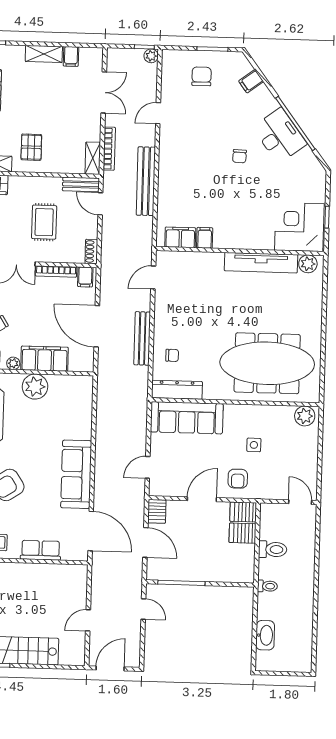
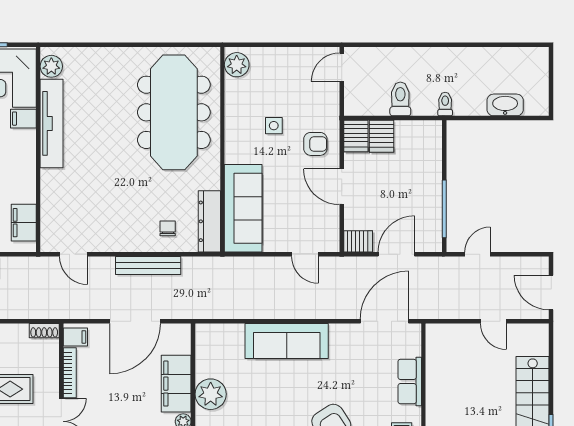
filing cabinet: (205, 238) -> (23, 119), moved
sofa: (76, 474) -> (287, 341), moved

